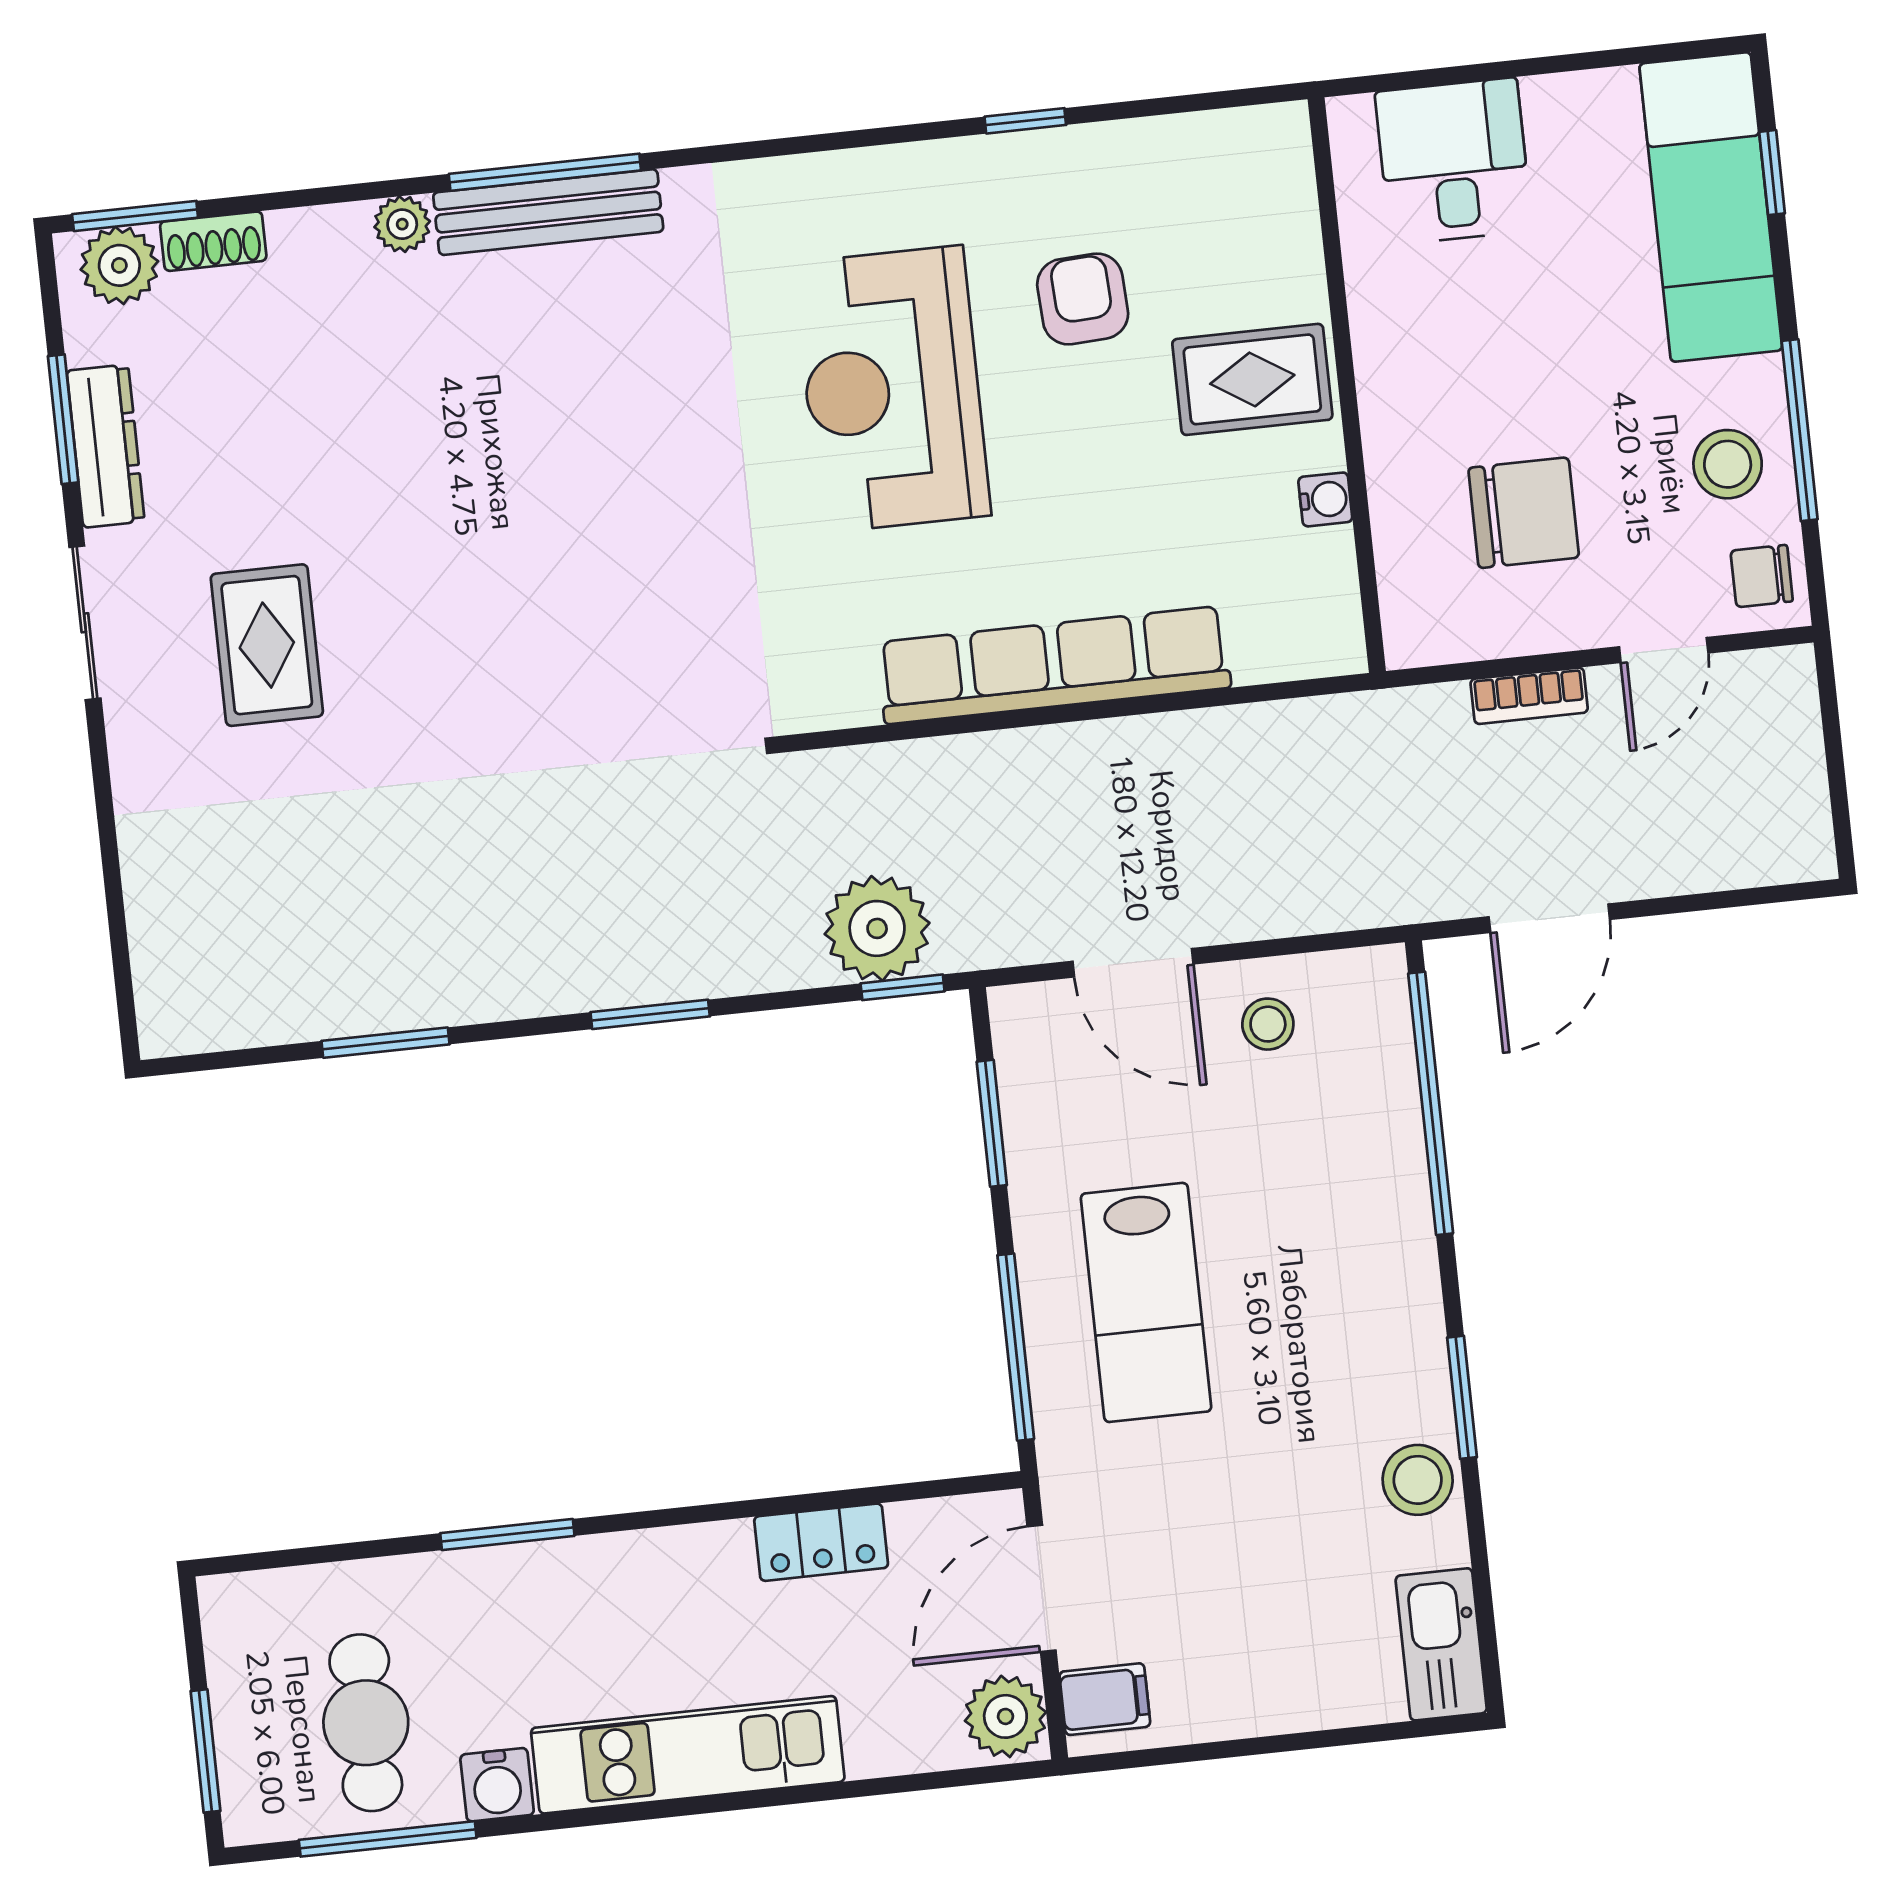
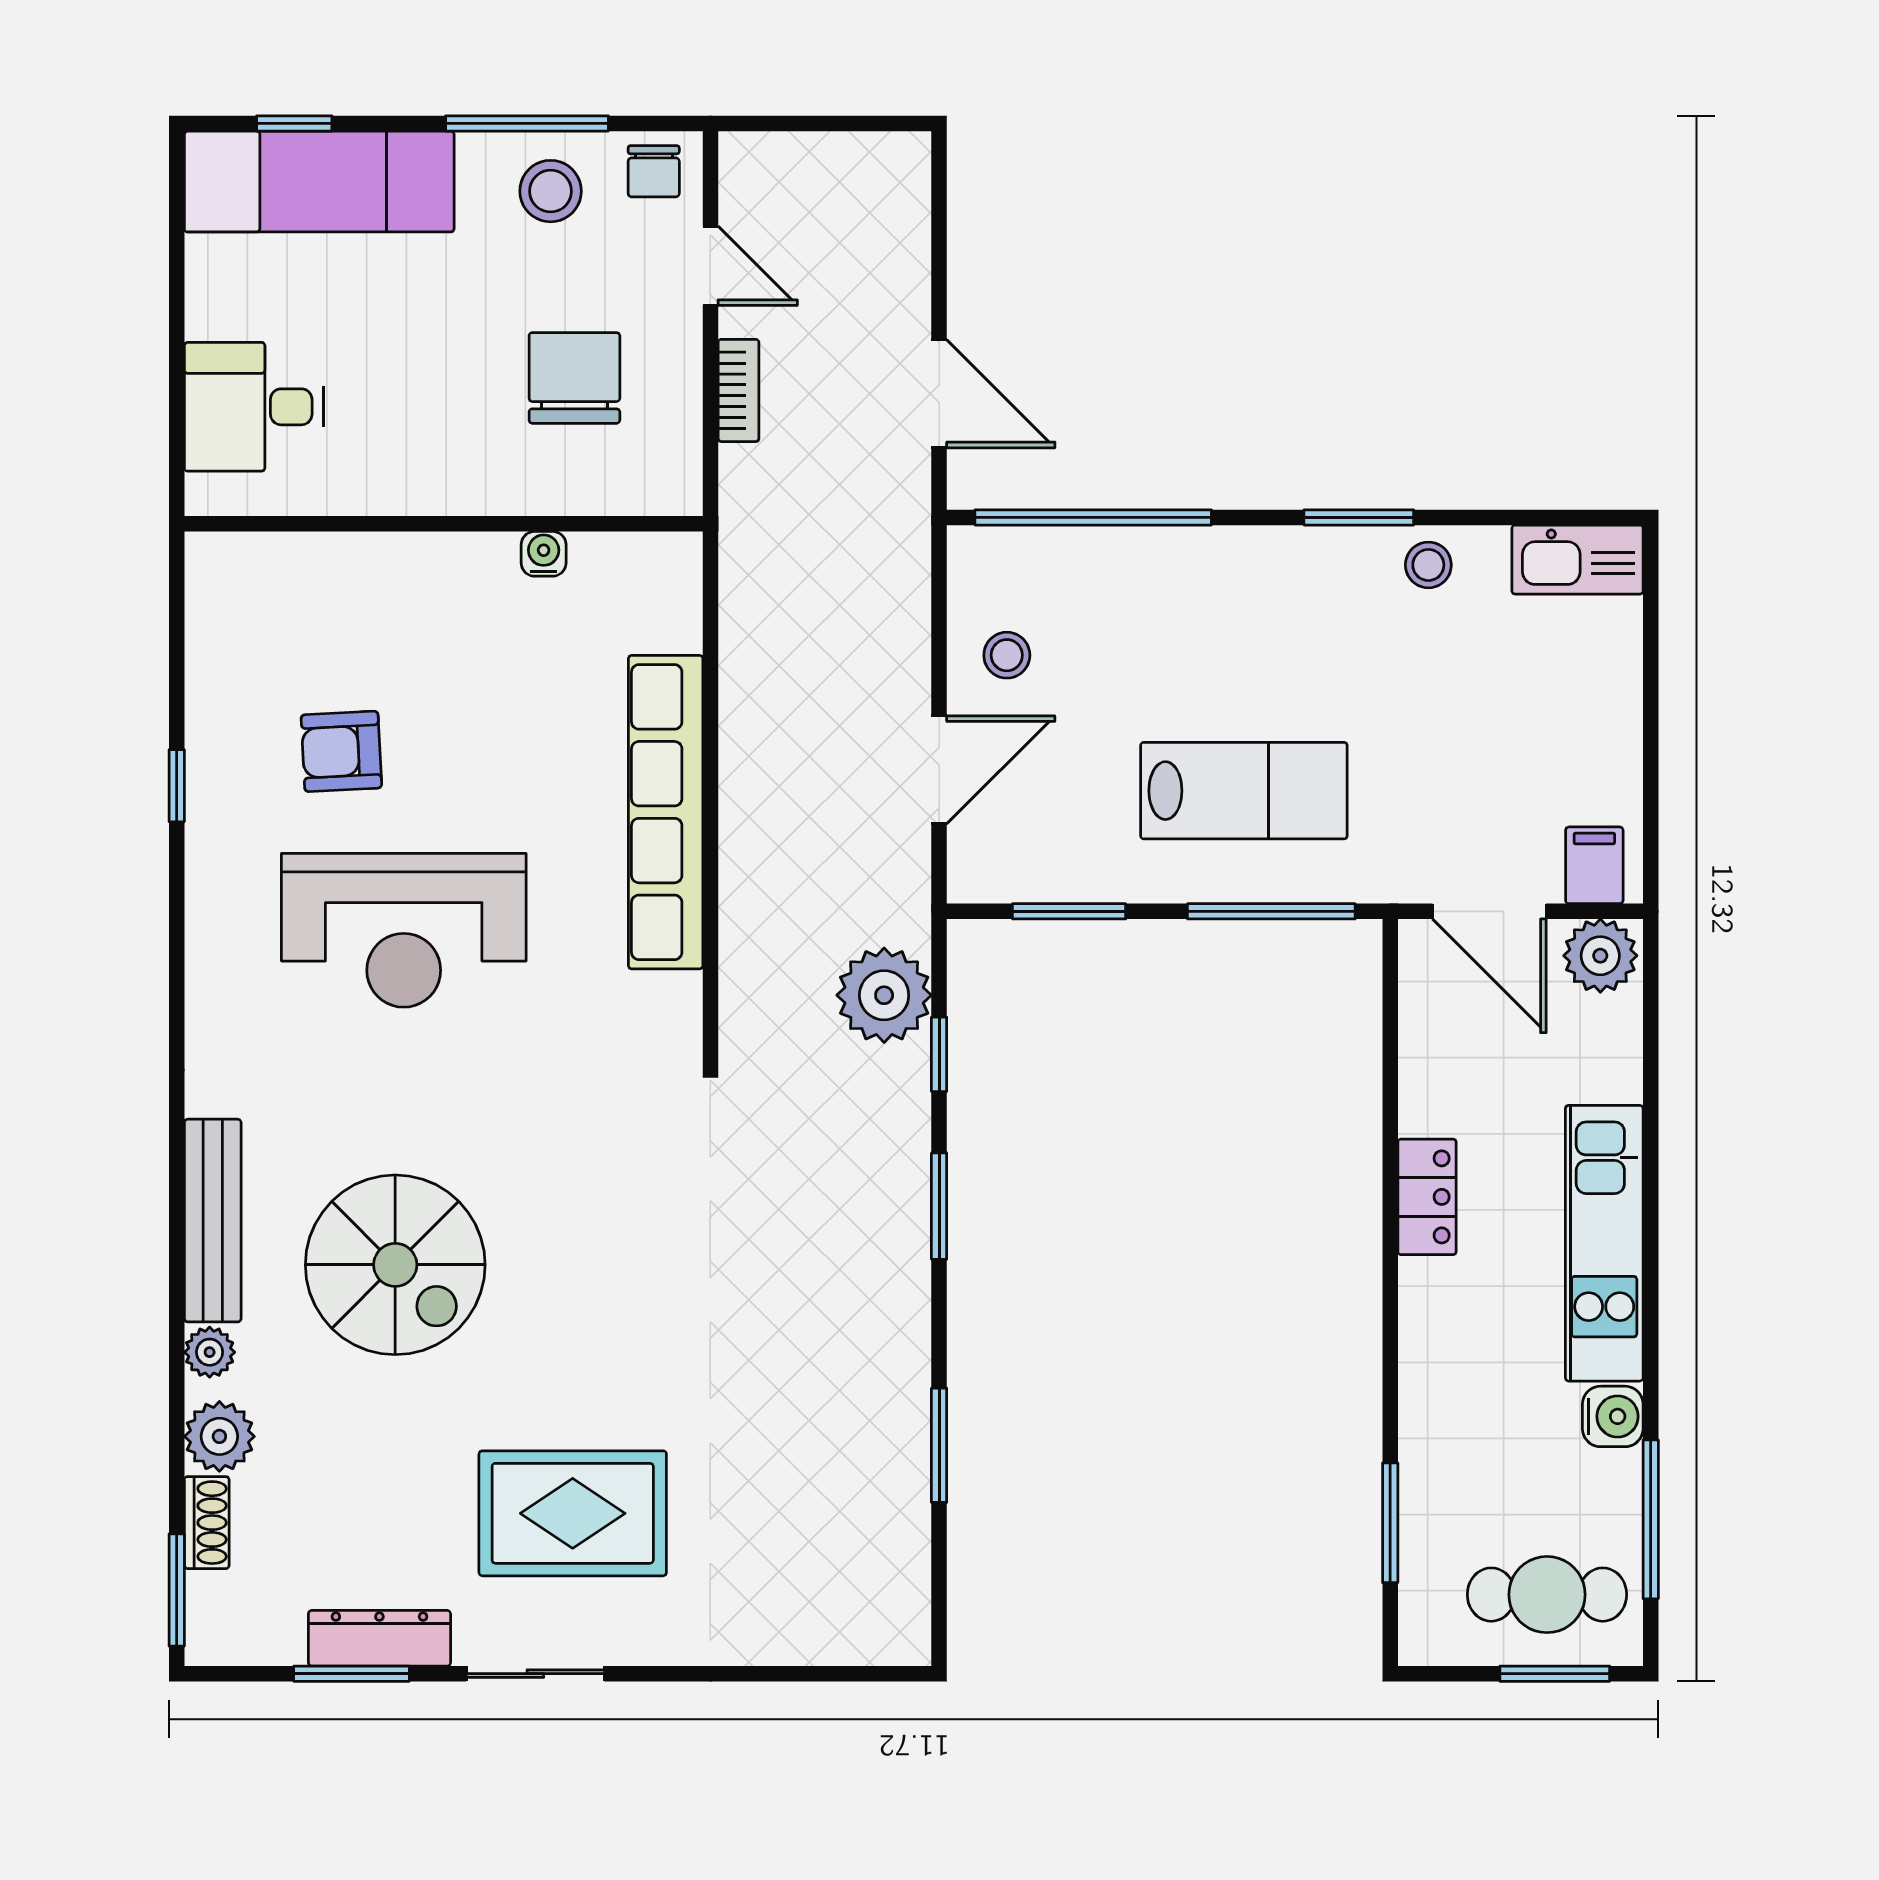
window: (545, 172) -> (177, 1220), removed
plant: (119, 265) -> (219, 1436), moved
rug: (1252, 379) -> (429, 608), removed
spiral stairs: (521, 419) -> (395, 1265), added
rug: (267, 645) -> (573, 1513), width x1.36, depth x1.43
window: (903, 987) -> (939, 1054), moved
stool: (1418, 1480) -> (1428, 565), width x0.73, depth x0.73
window: (507, 1534) -> (1390, 1523), moved
locker: (821, 1542) -> (1427, 1197), moved
cafe table: (366, 1723) -> (1547, 1595), moved

